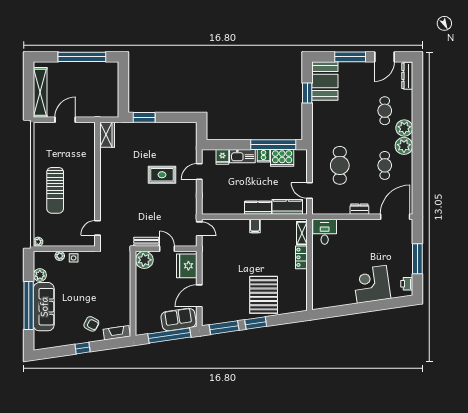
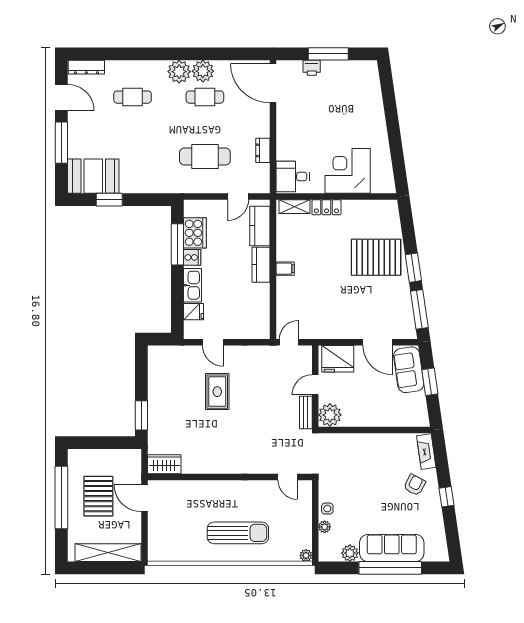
pallet: (83, 85) -> (98, 496), added
door: (65, 120) -> (144, 498), moved
plant: (404, 128) -> (203, 71), moved
window: (273, 145) -> (177, 244), width x0.68
dresser: (359, 209) -> (263, 150), moved
corner desk: (372, 284) -> (348, 171), moved, turned 98
printer: (407, 284) -> (312, 68), moved
window: (169, 335) -> (430, 382), width x0.47

